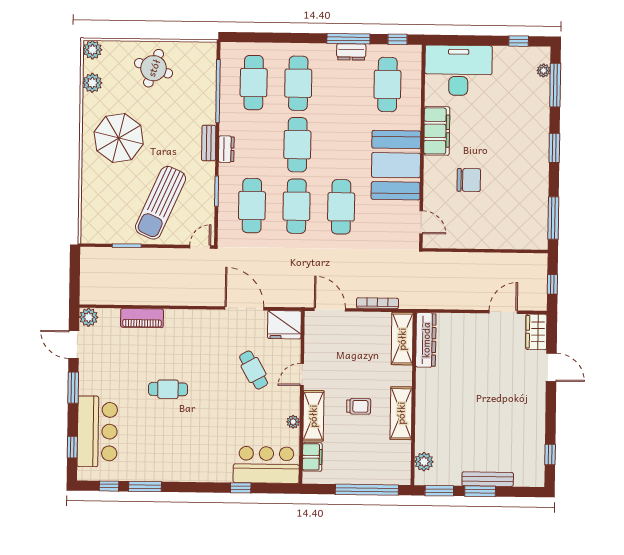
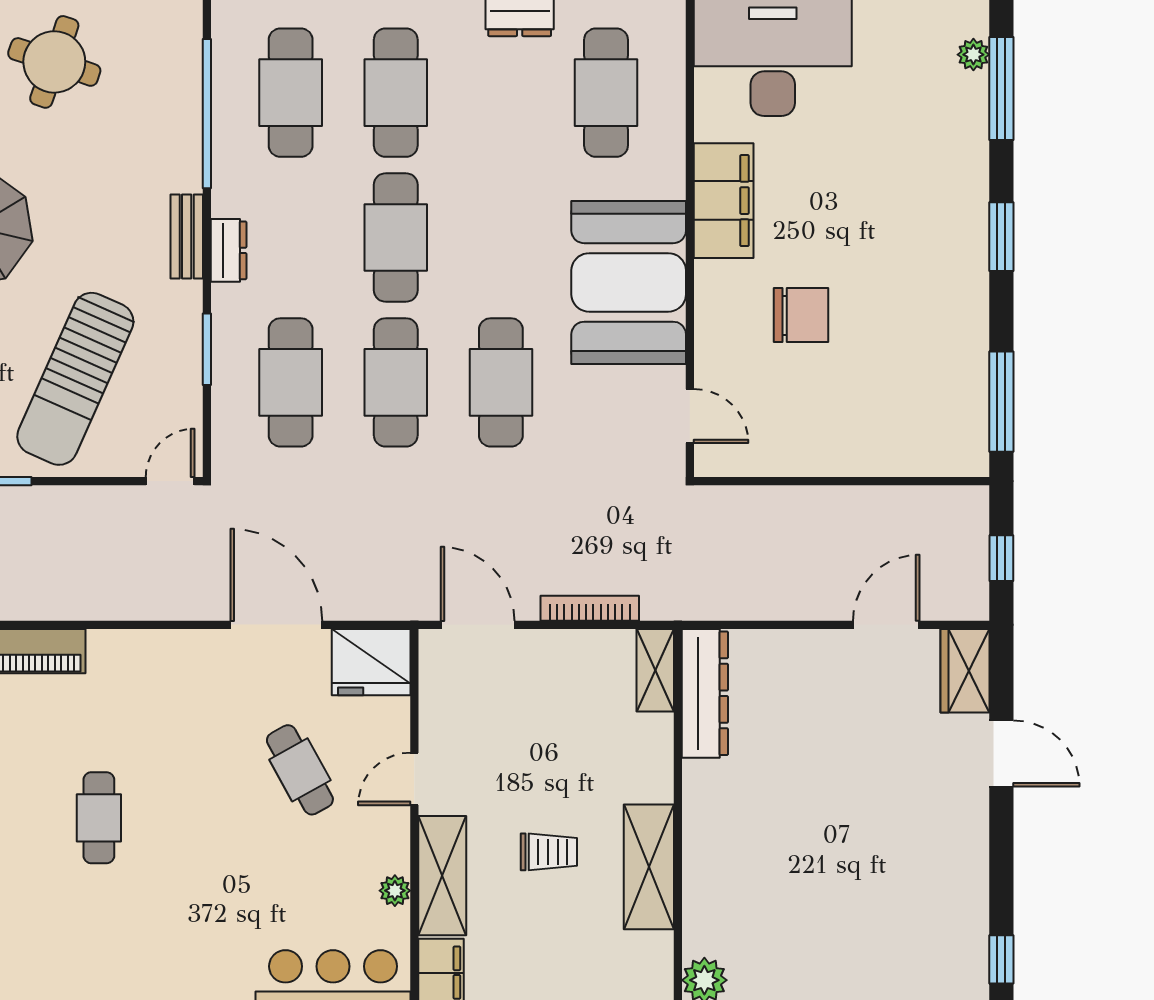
shelving: (402, 339) -> (655, 670), width x0.67, depth x0.75
cafe table: (168, 389) -> (99, 818), turned 90

